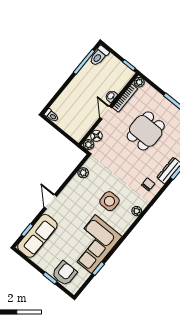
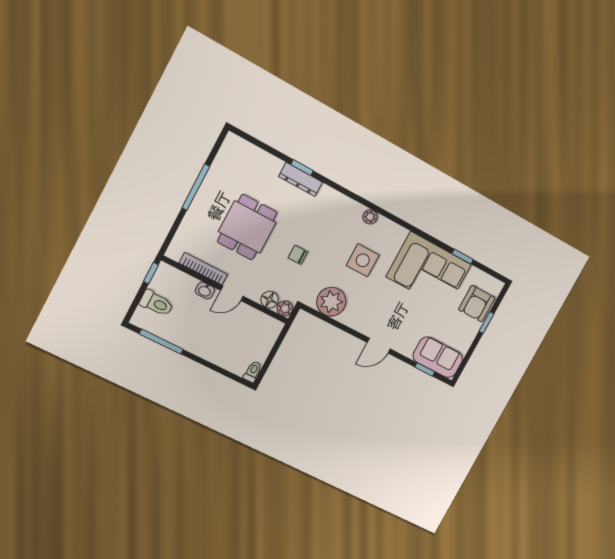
toilet: (99, 56) -> (156, 303), moved
plant: (139, 82) -> (174, 252), removed
dining table: (146, 131) -> (247, 227), turned 90
plant: (83, 173) -> (331, 302), width x1.88, depth x1.88
chair: (148, 184) -> (298, 255), moved
sofa: (37, 236) -> (438, 357), width x0.73
armchair: (64, 273) -> (477, 304), turned -90

